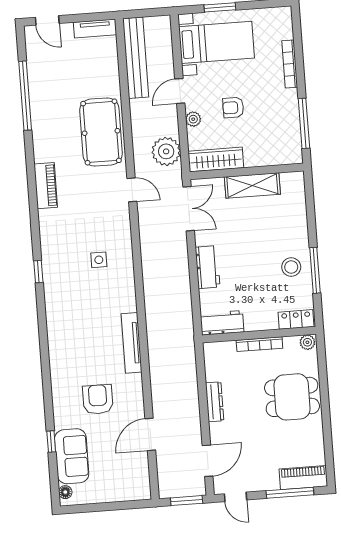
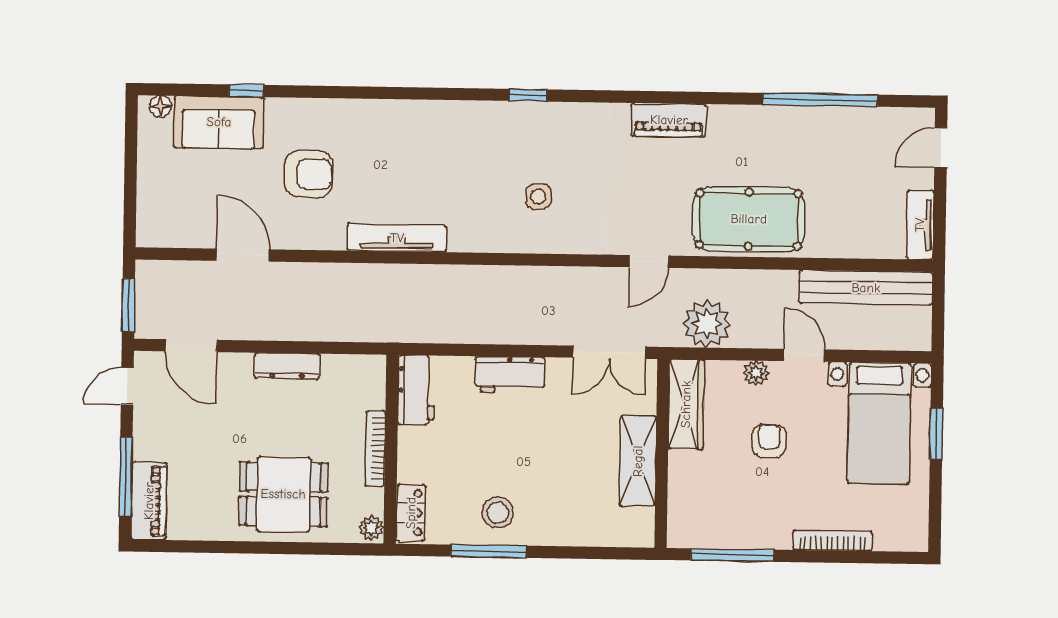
dining table: (292, 397) -> (283, 494), turned 90

